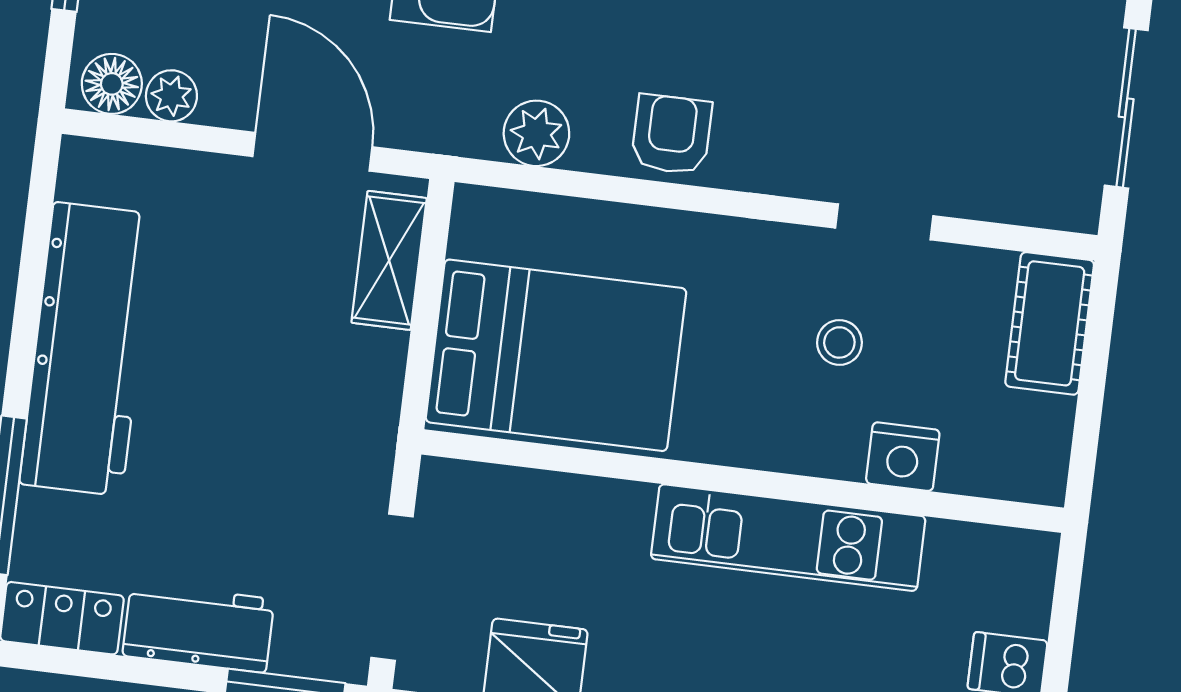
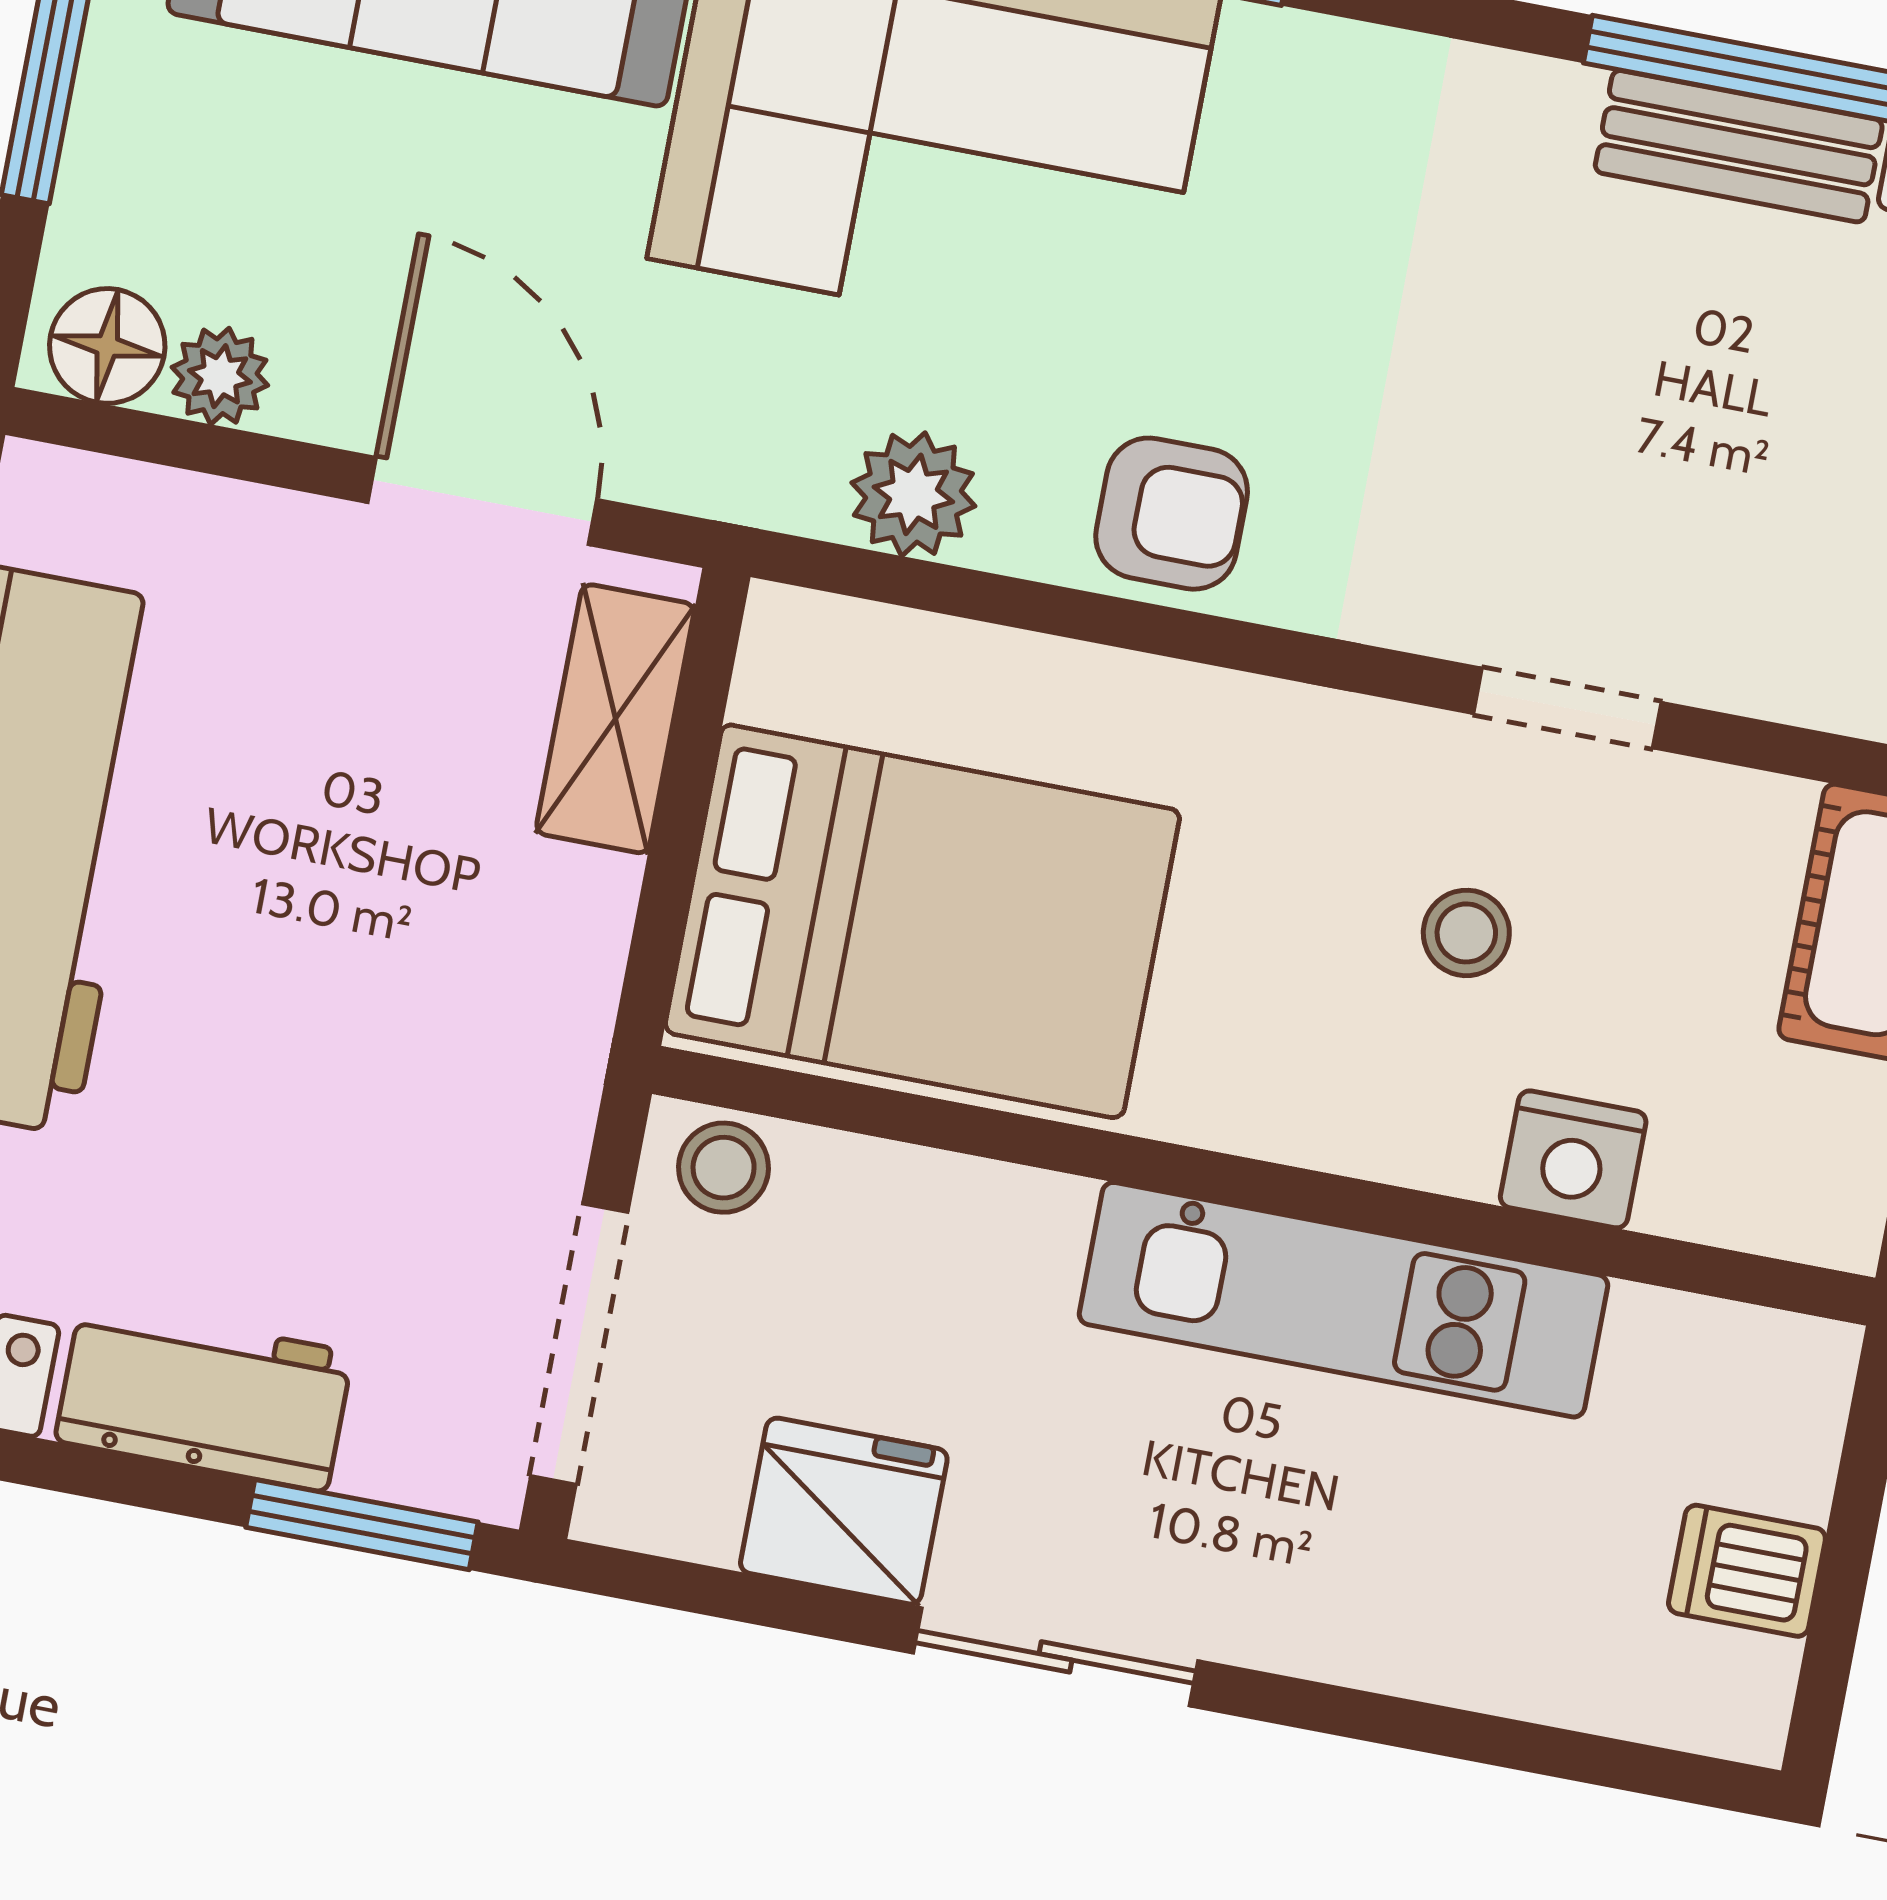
armchair: (672, 134) -> (1172, 514), turned 90
stool: (461, 490) -> (724, 1168), added

